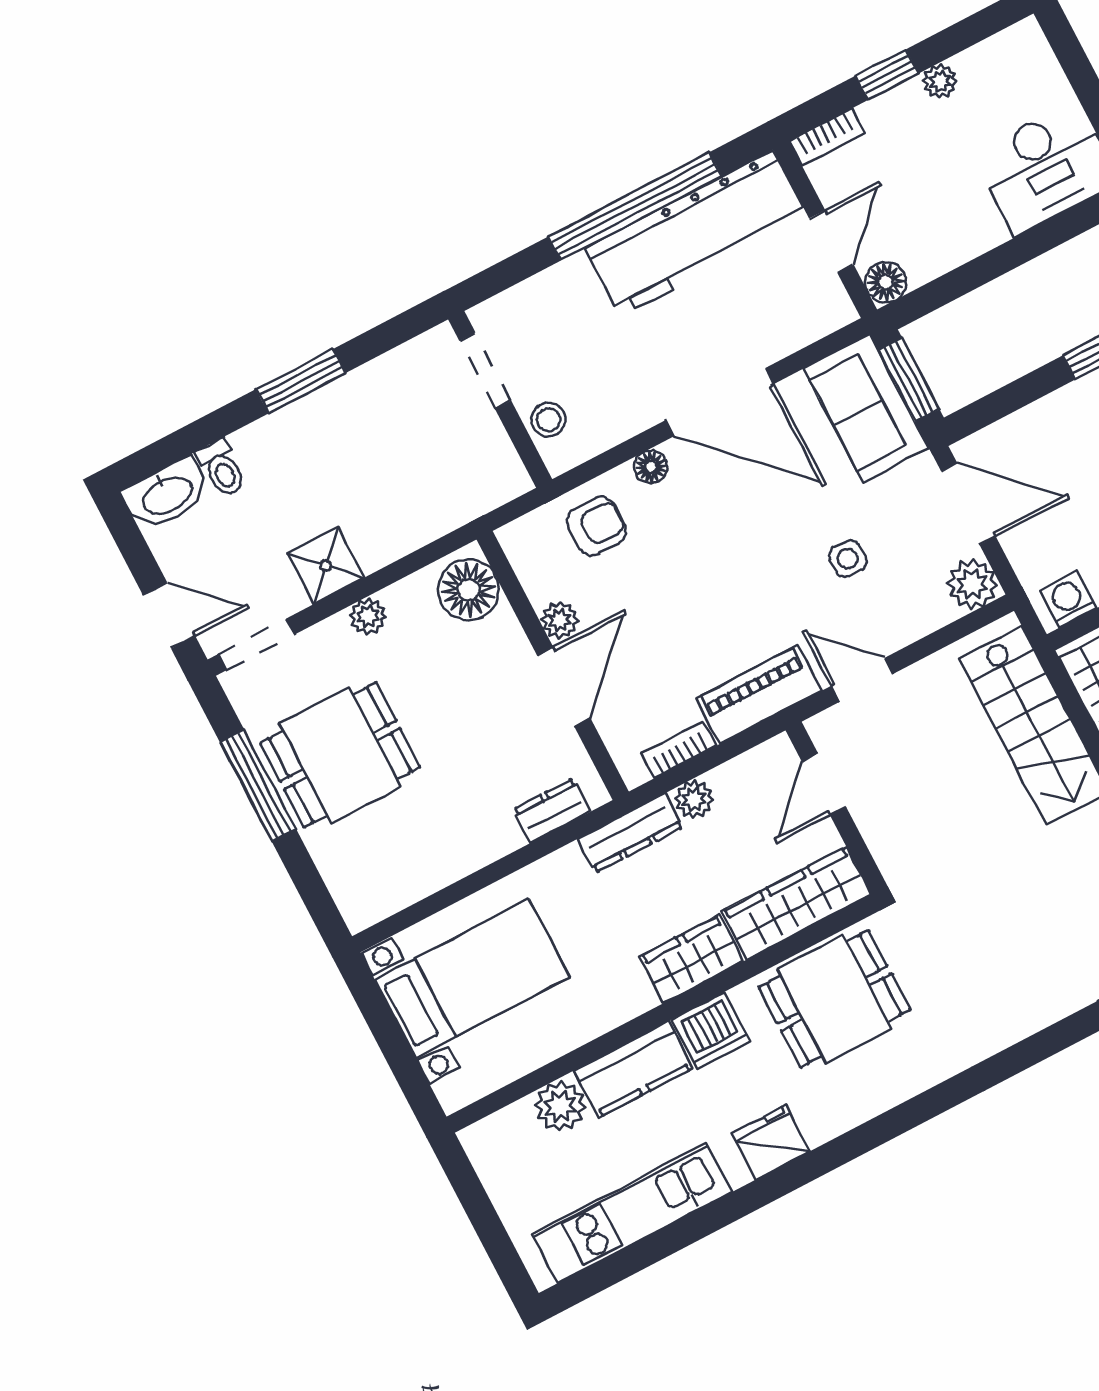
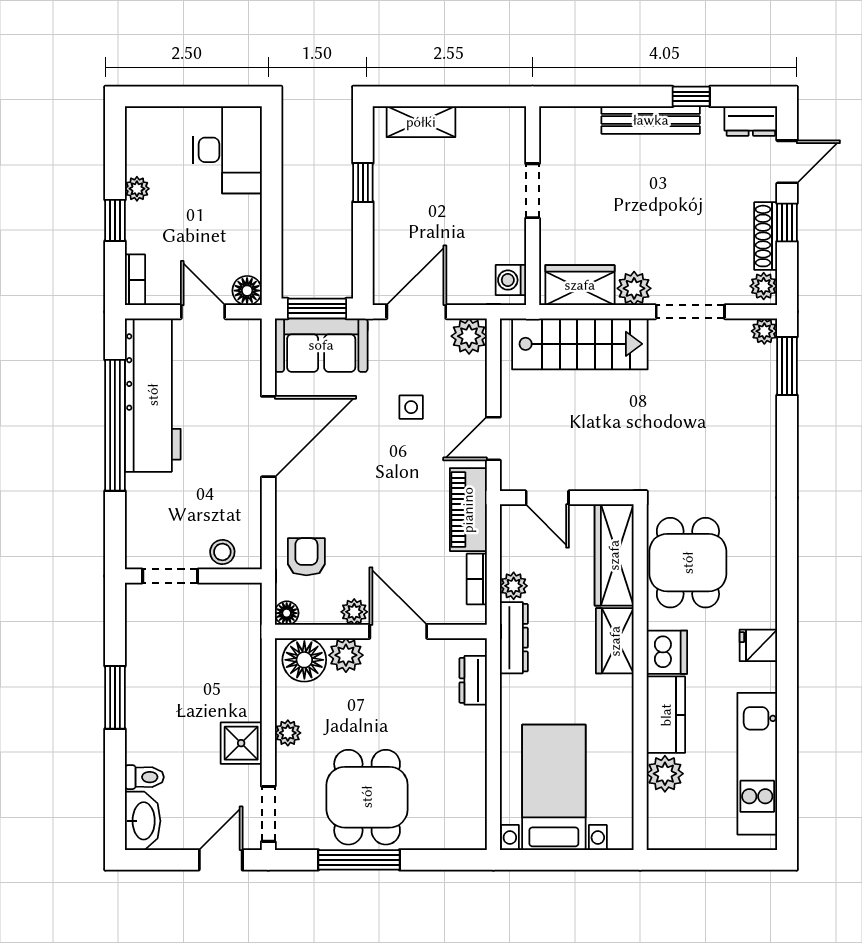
floor lamp: (651, 467) -> (287, 613), moved
plant: (501, 638) -> (346, 655), added
fridge: (771, 1142) -> (758, 645), width x0.72

